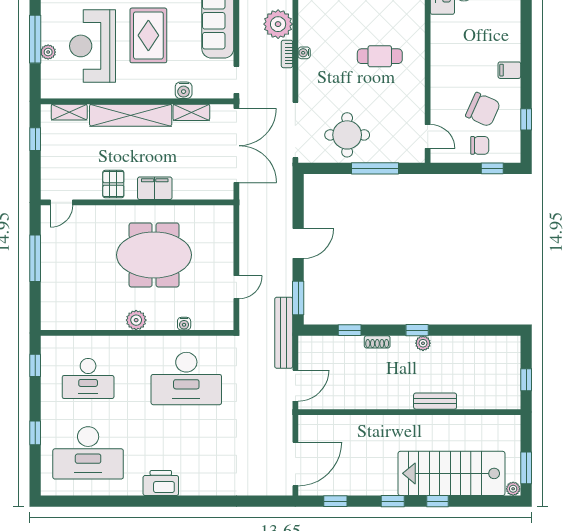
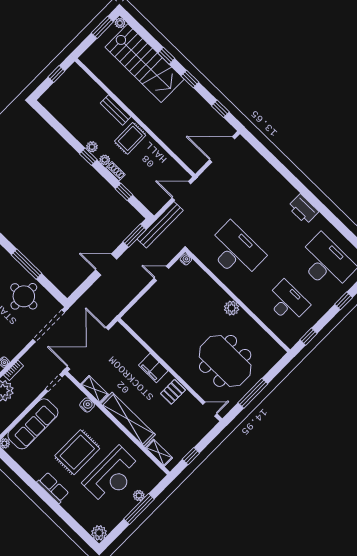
meeting table: (154, 255) -> (225, 361), moved
water cooler: (184, 324) -> (186, 259), moved
plant: (398, 343) -> (105, 160), added
rug: (394, 387) -> (130, 138), added

